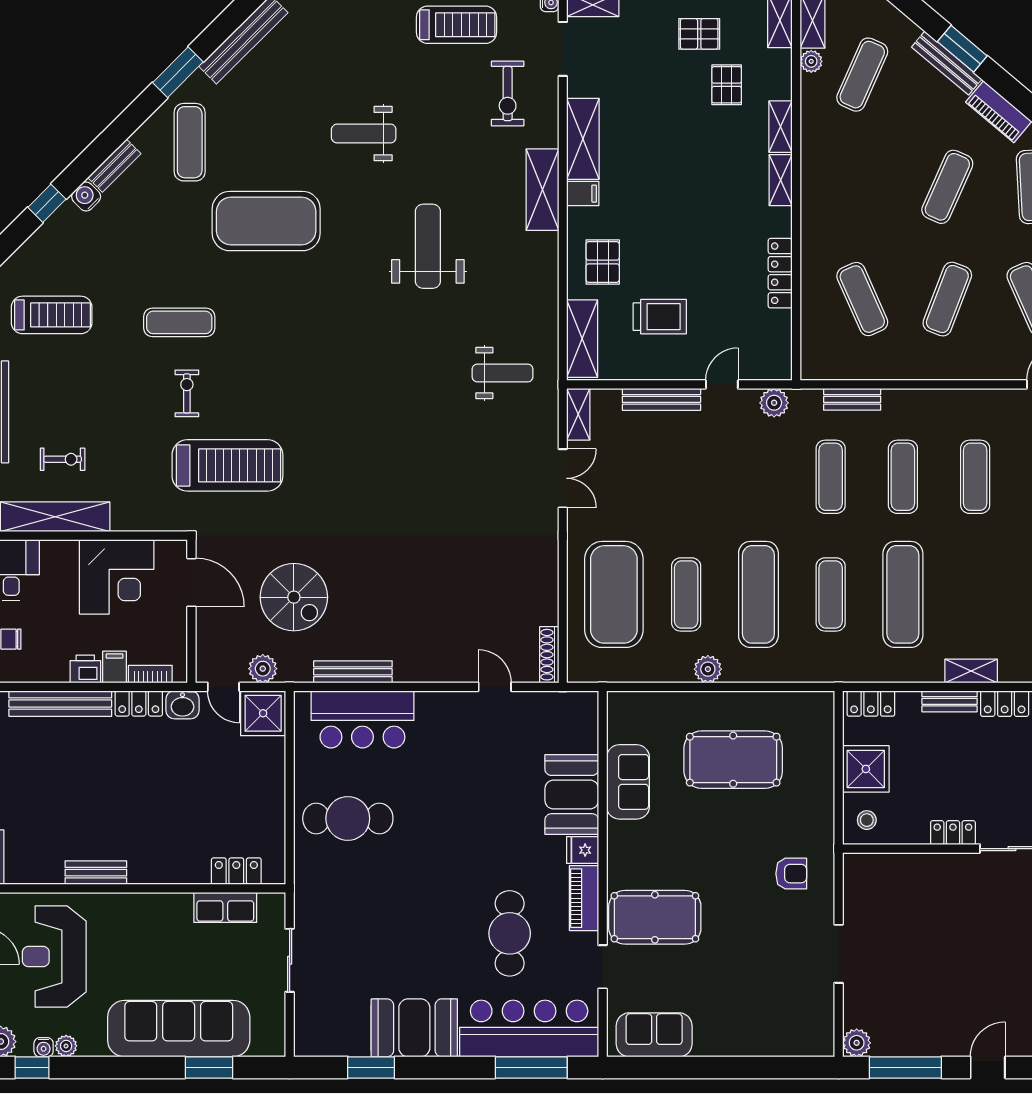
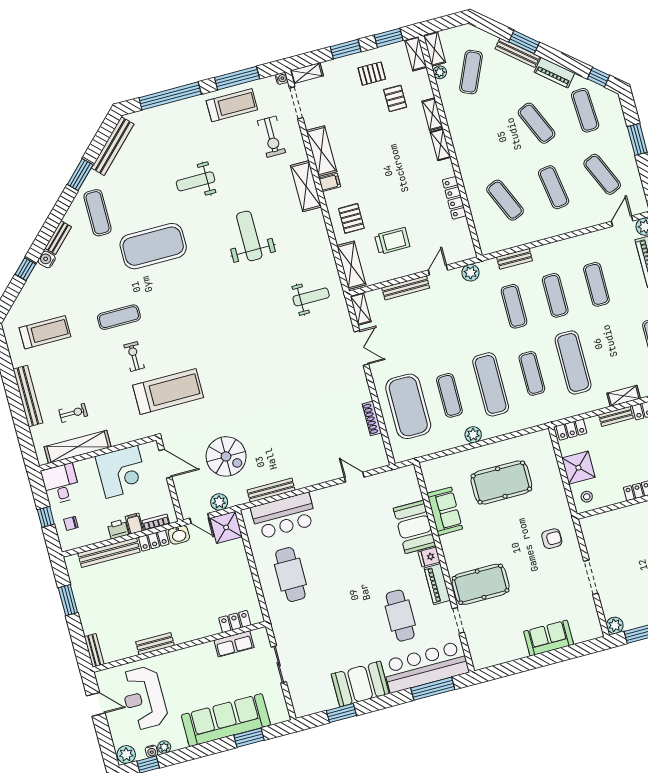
exercise mat: (947, 187) -> (537, 123), turned -48
exercise mat: (947, 299) -> (554, 187), turned -30
shoe rack: (549, 655) -> (372, 418), moved
cafe table: (348, 818) -> (290, 575), turned 90
sofa: (654, 1035) -> (549, 638), moved

